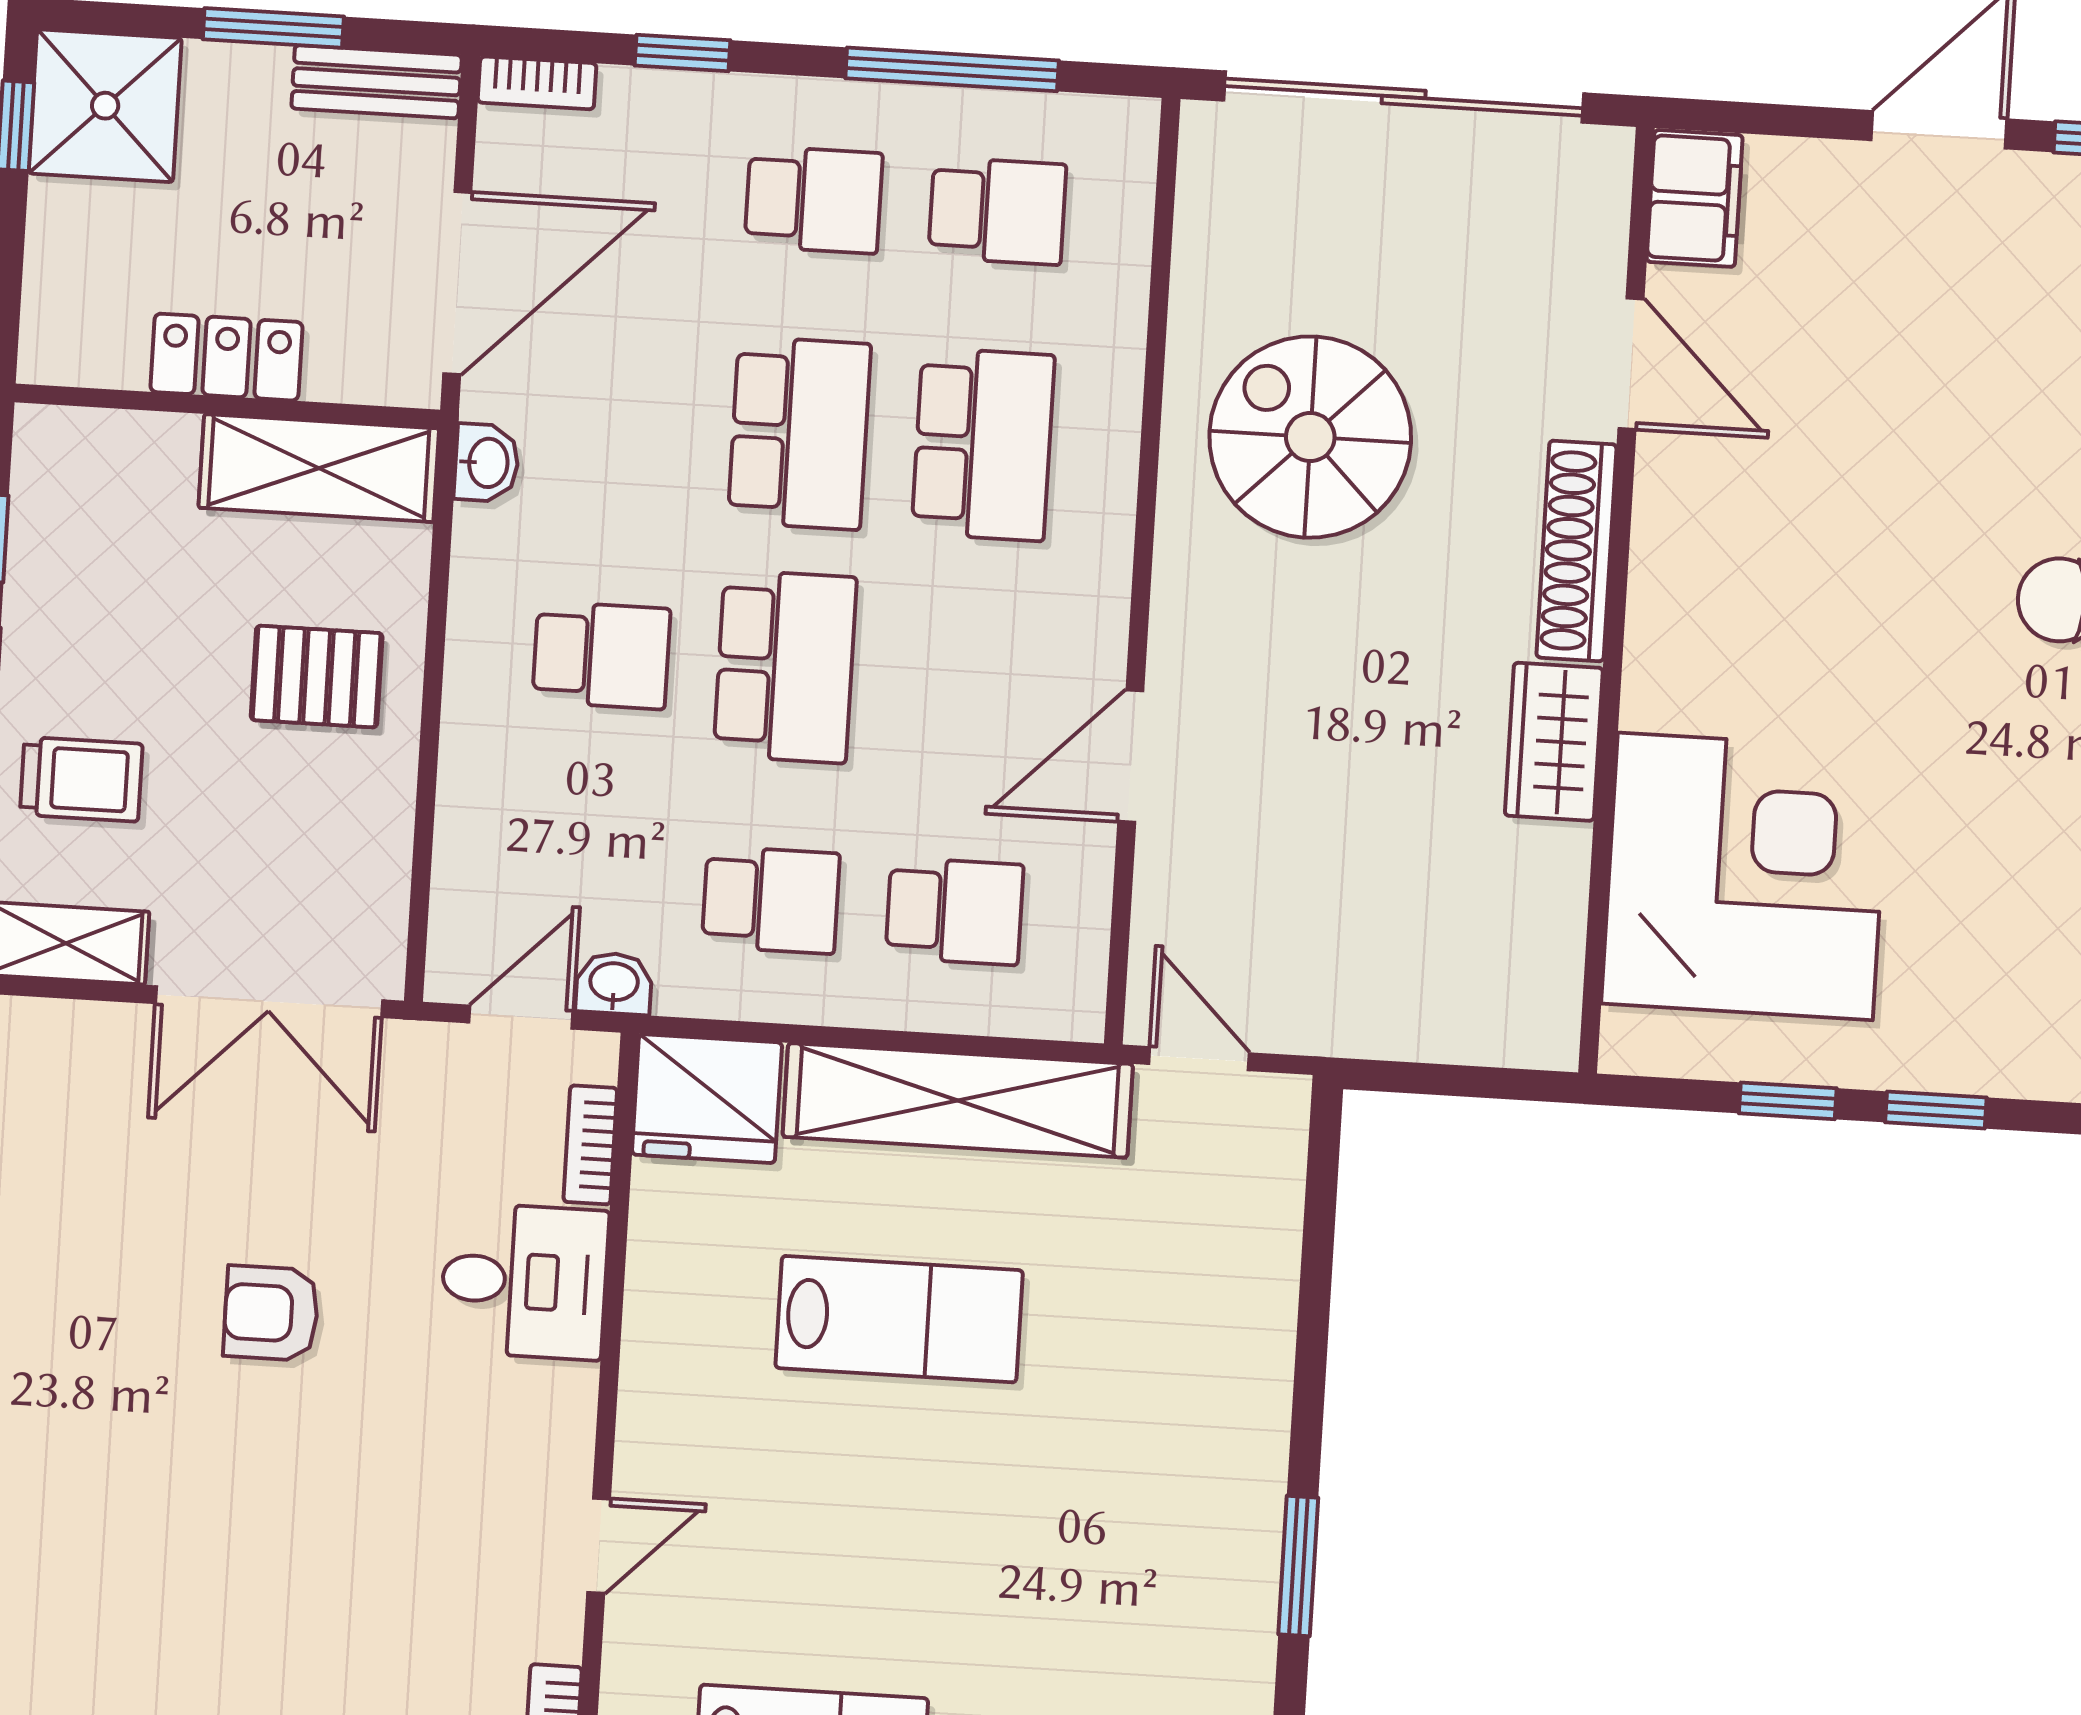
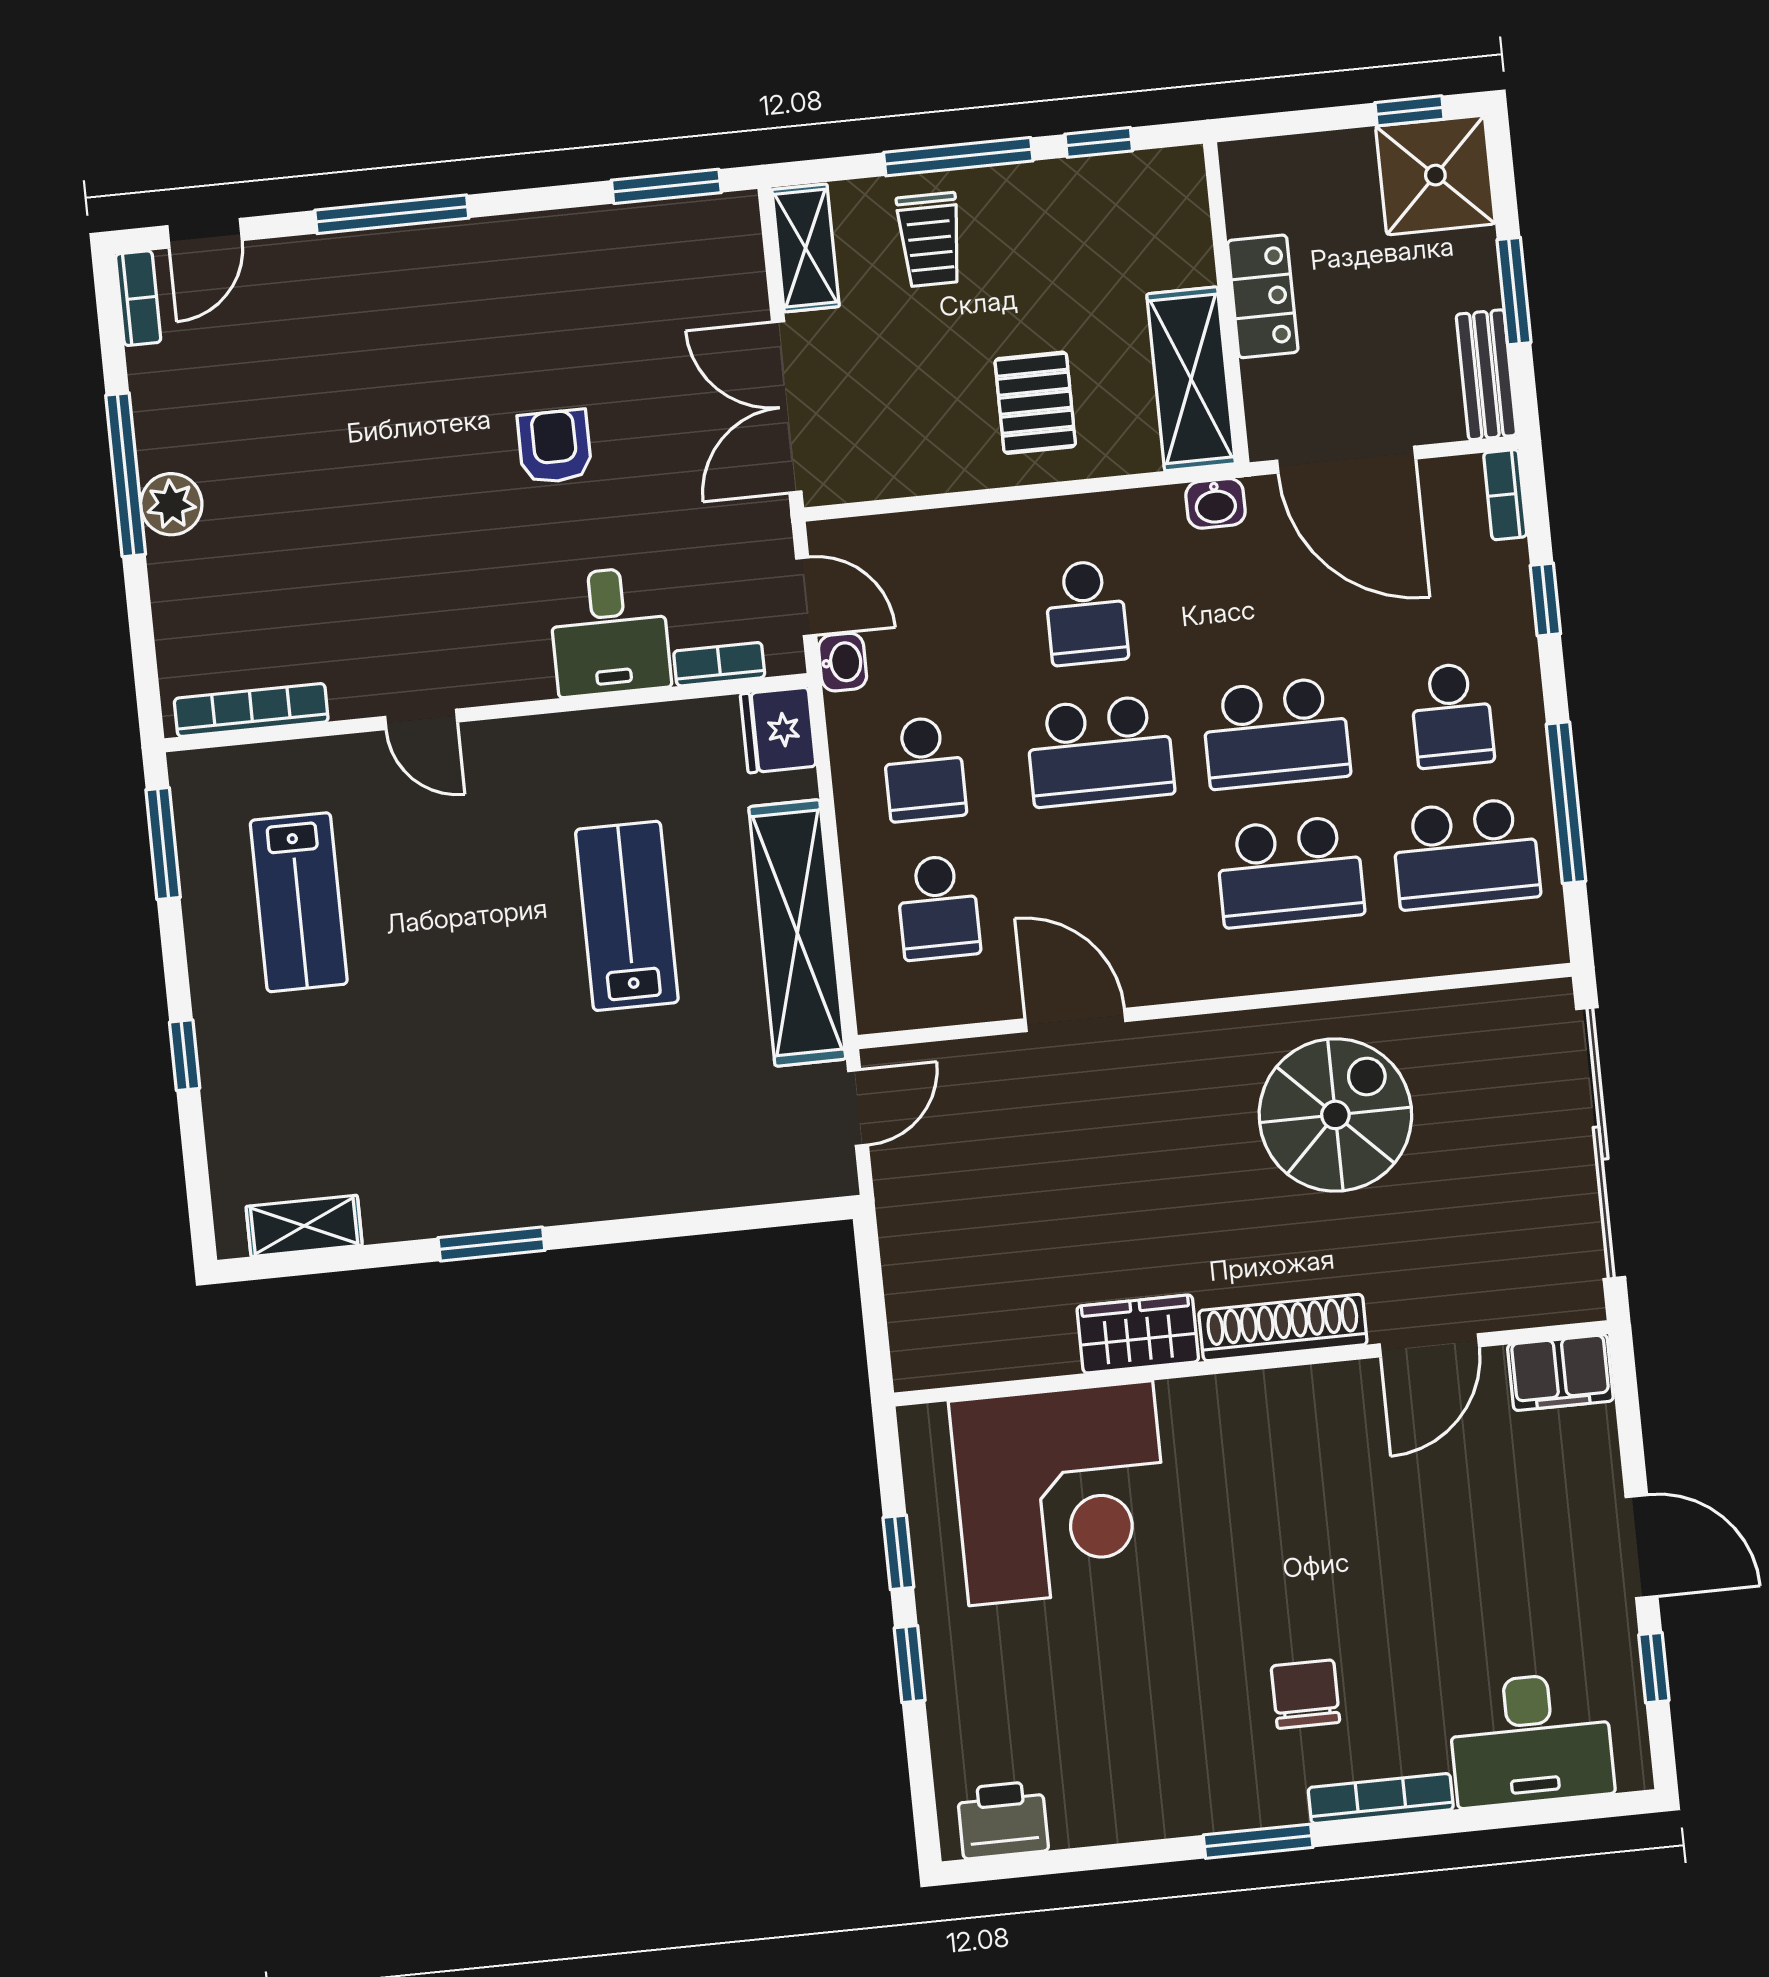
school desk: (997, 211) -> (1466, 854), width x1.85
fridge: (707, 1099) -> (778, 730), width x0.73, depth x0.75
lab bench: (899, 1319) -> (627, 916), turned 180

